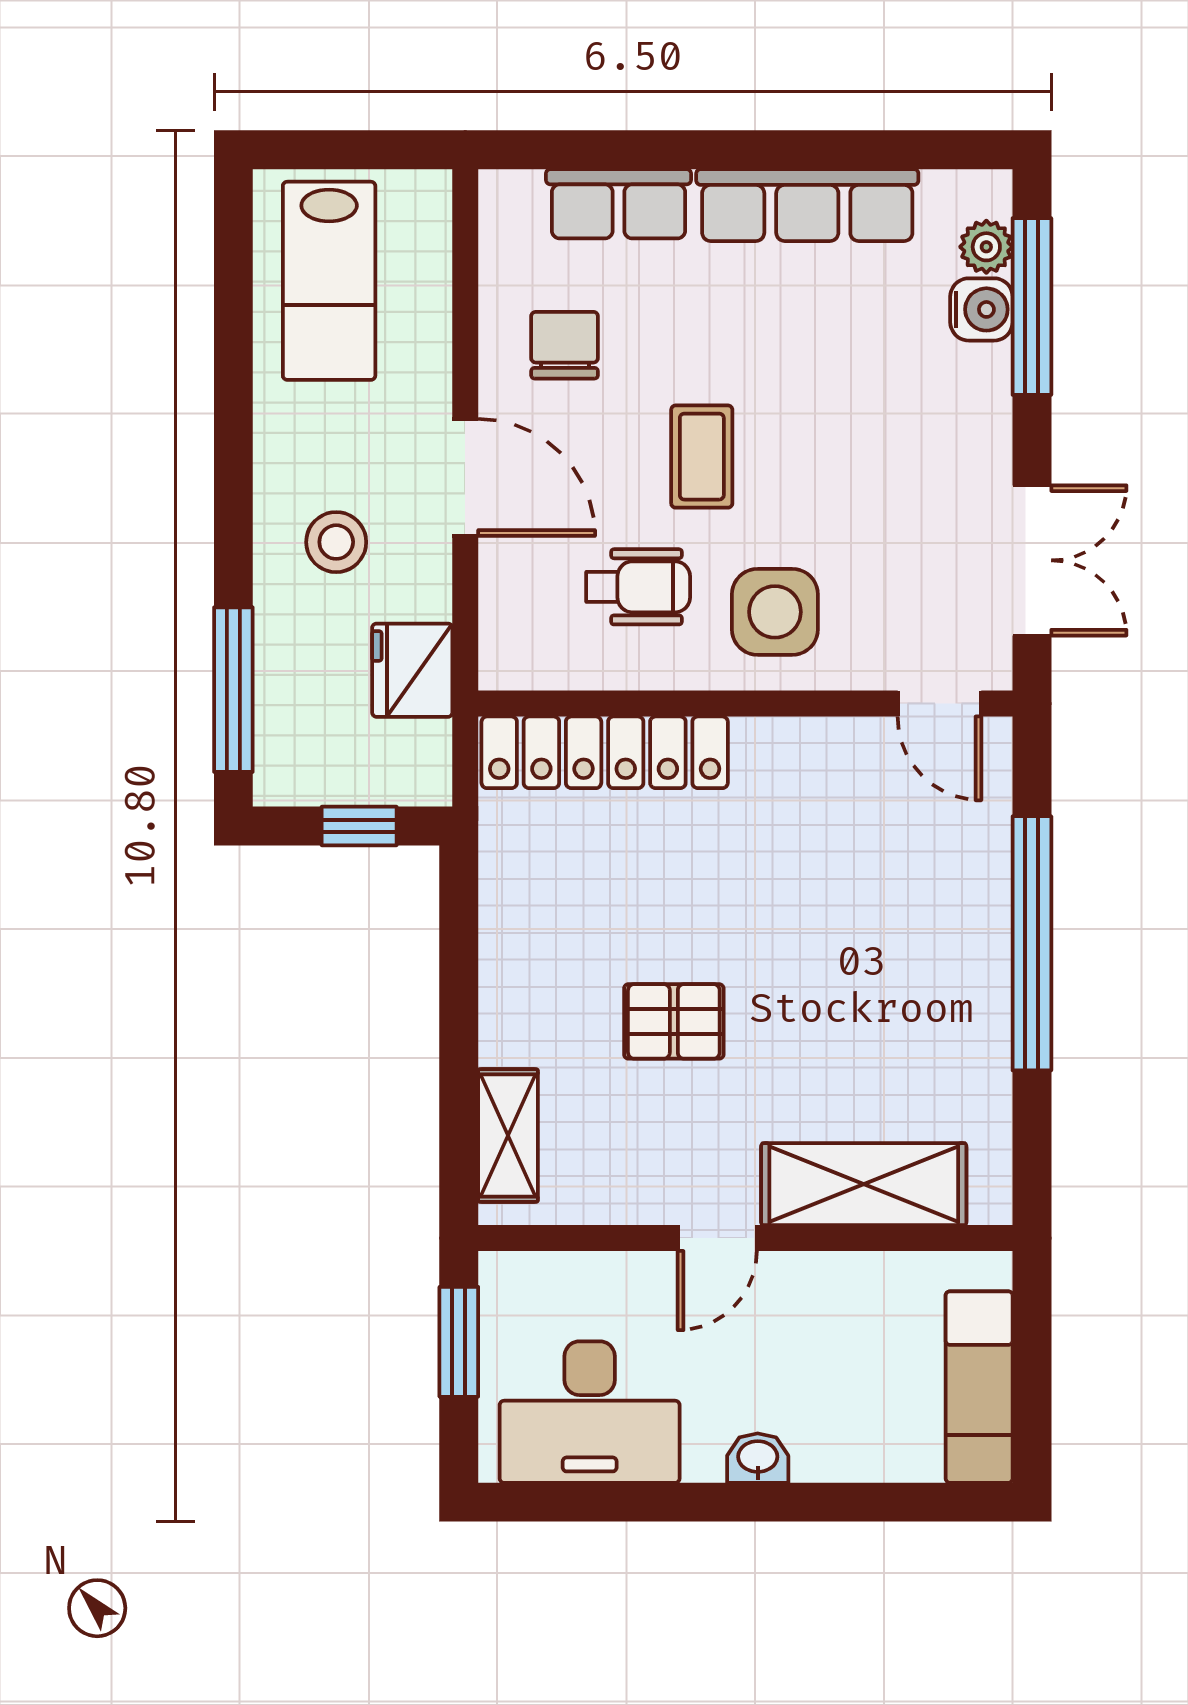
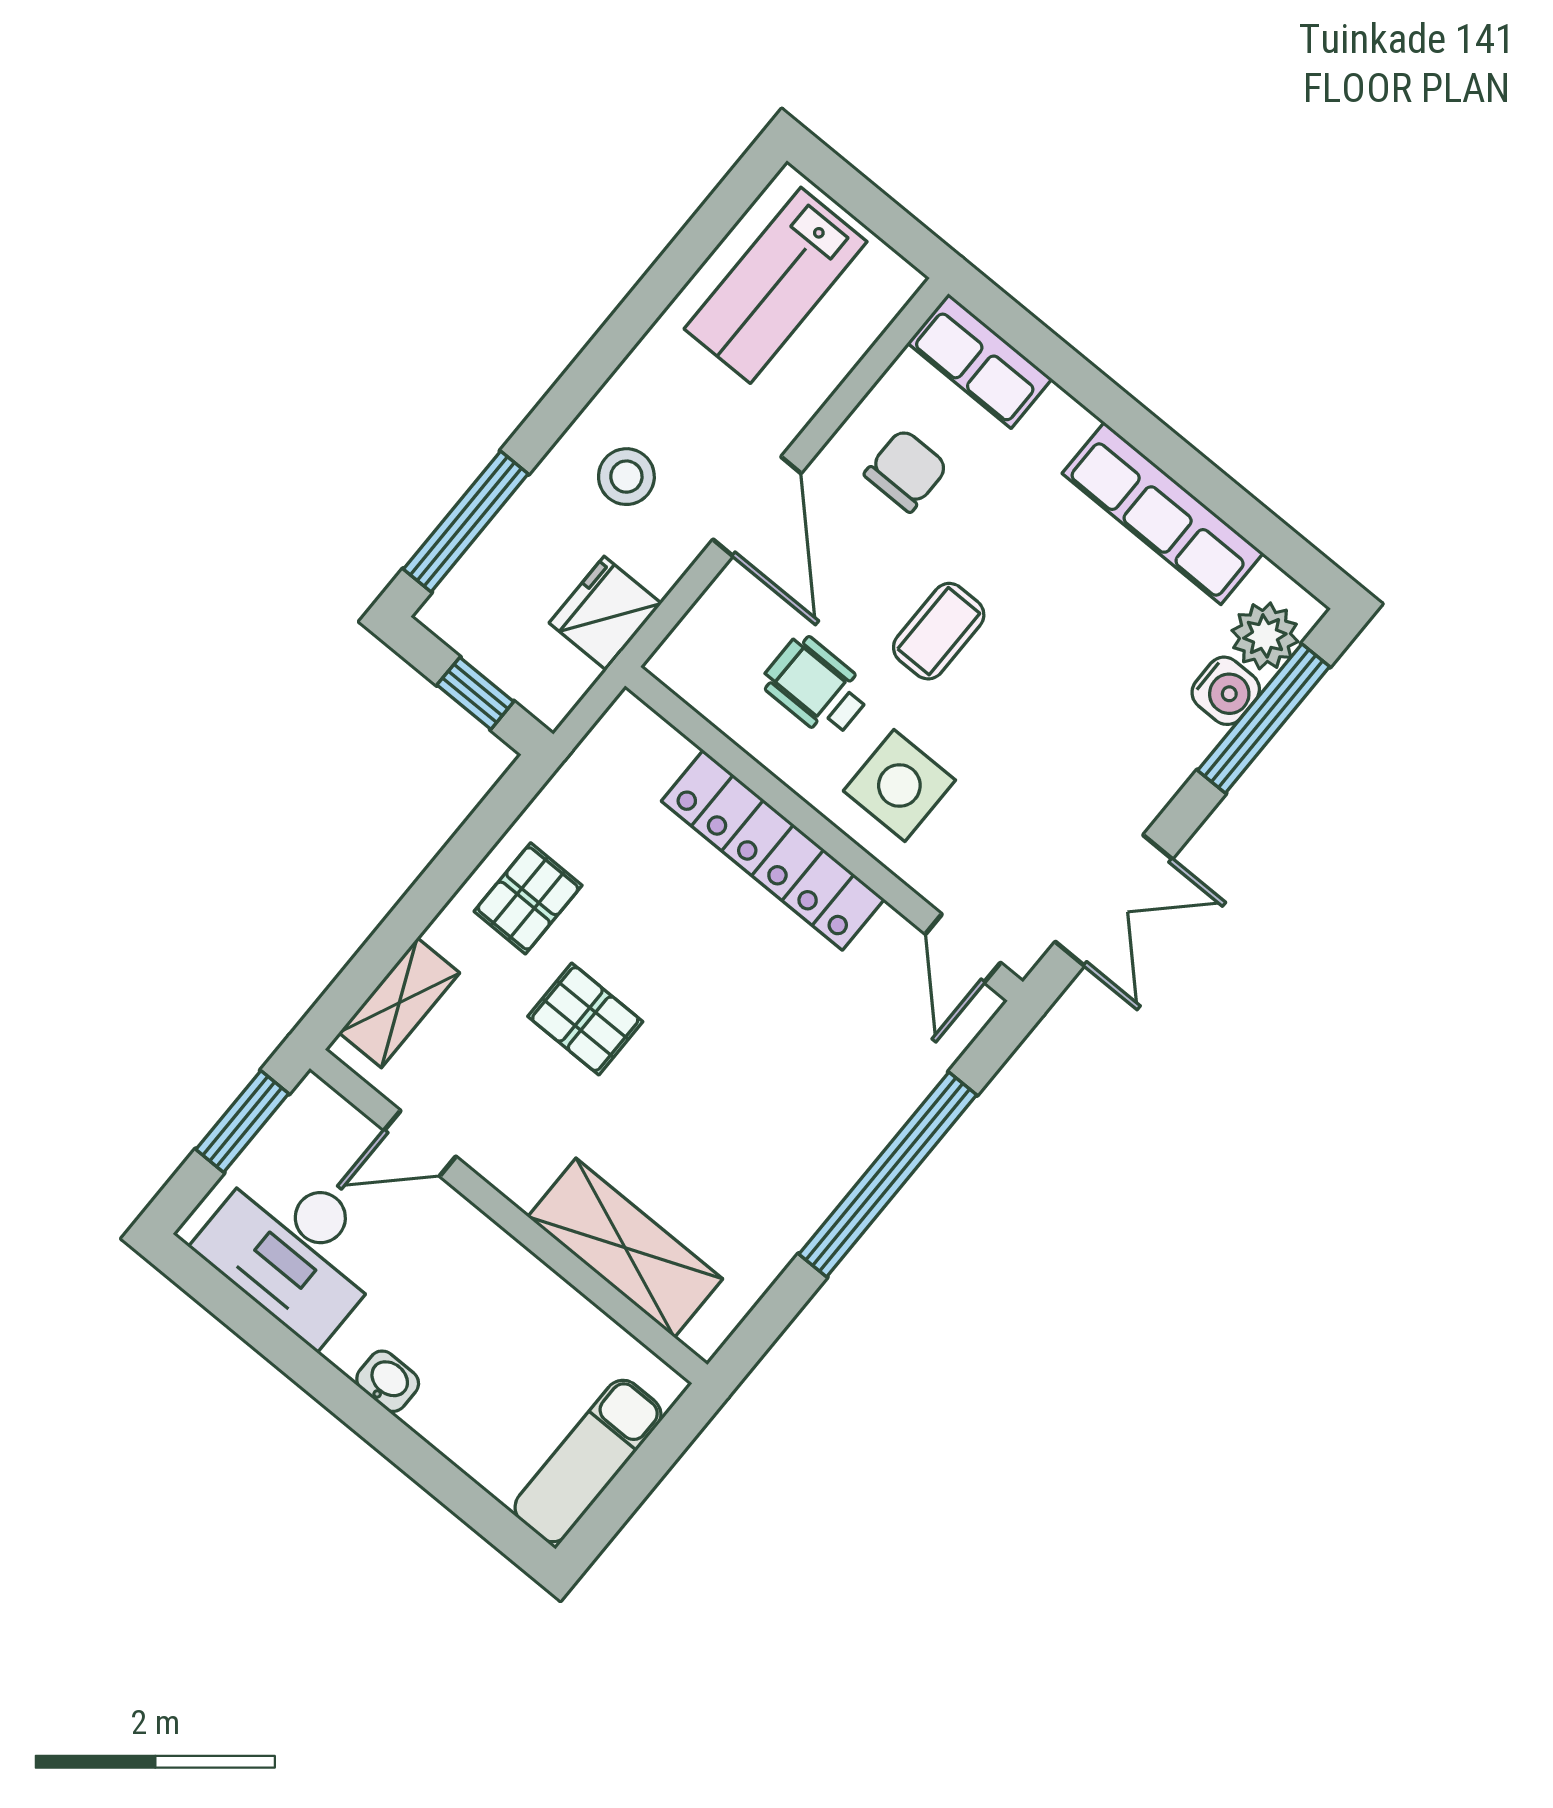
row of seats: (619, 204) -> (980, 361), moved
plant: (986, 247) -> (1265, 636), width x1.38, depth x1.38
wheelchair: (638, 587) -> (816, 687), turned 180
locker: (605, 752) -> (773, 850), moved
pallet: (544, 960) -> (528, 898), added
door: (717, 1238) -> (420, 1143), moved

